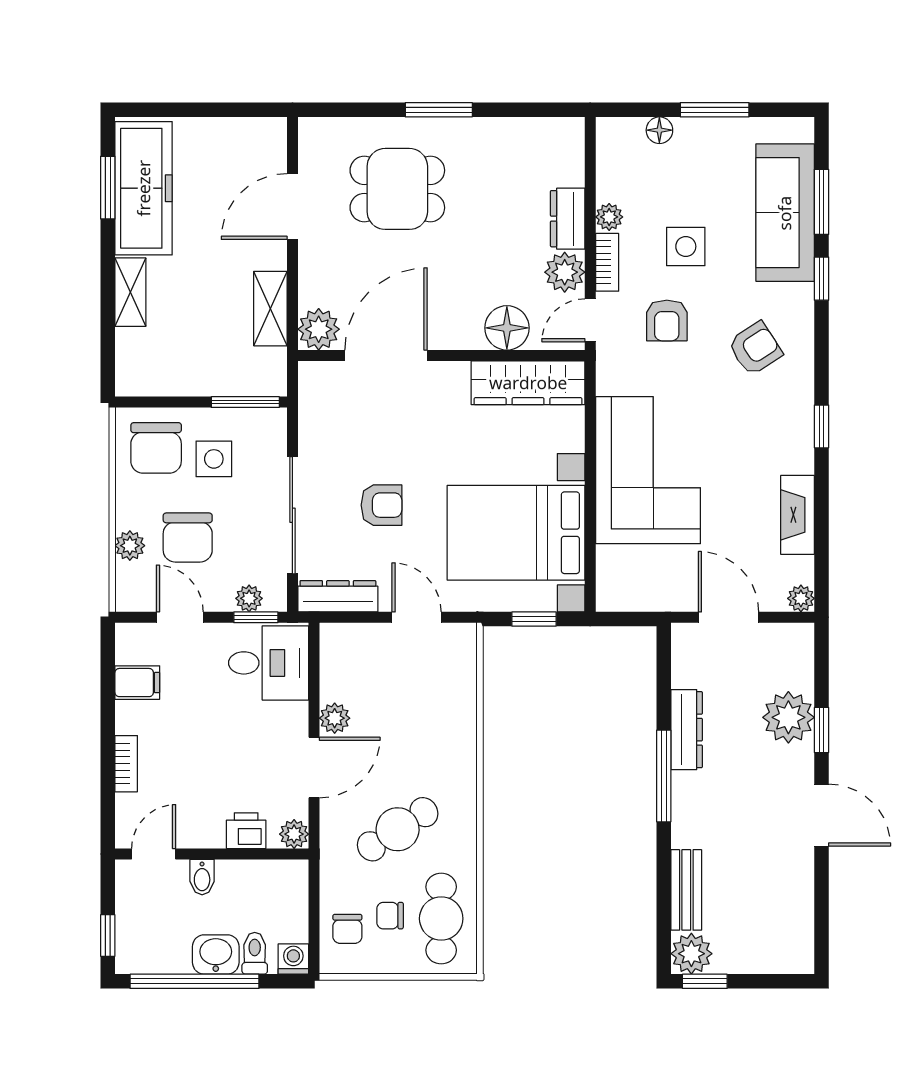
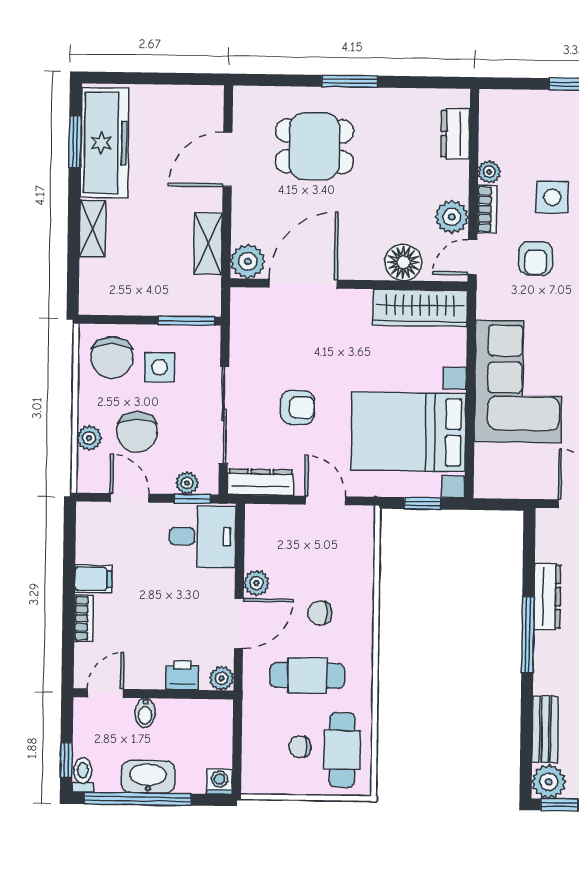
floor lamp: (659, 130) -> (532, 101), removed
dresser: (568, 219) -> (455, 134), moved
filing cabinet: (137, 683) -> (93, 579), moved
cafe table: (398, 829) -> (307, 676), turned 33
chair: (347, 929) -> (320, 613), moved, turned 90
toilet: (255, 953) -> (83, 775), moved
washbasin: (216, 954) -> (148, 777), width x1.38

